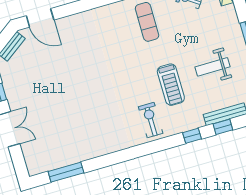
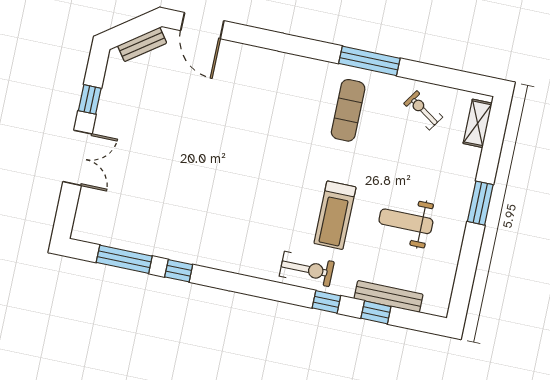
exercise bike: (151, 120) -> (307, 269), moved, turned 90
window: (100, 162) -> (179, 271), added

